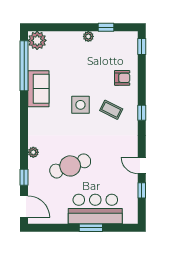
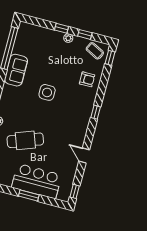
window: (78, 27) -> (61, 28), added
plant: (37, 40) -> (25, 30), removed
coffee table: (111, 110) -> (95, 51), moved
window: (142, 190) -> (75, 191), moved

